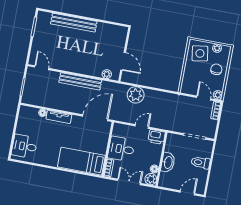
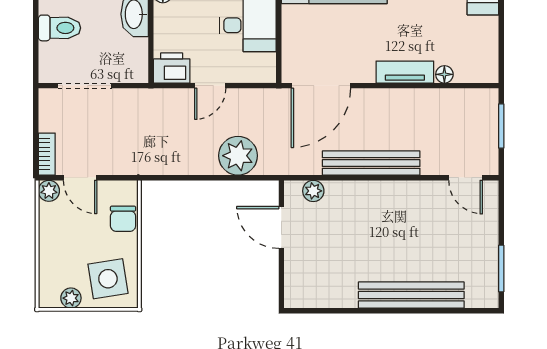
chair: (216, 69) -> (123, 219), moved

